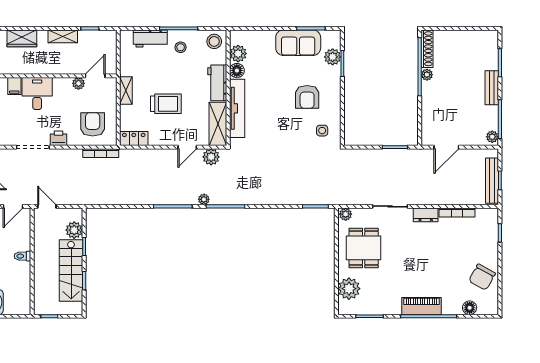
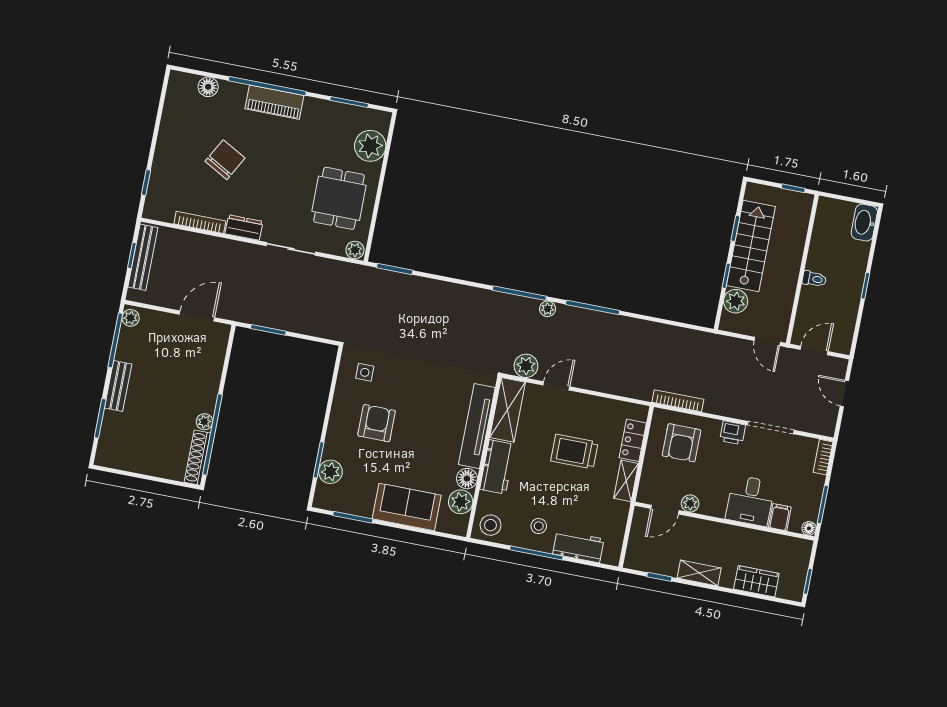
sofa: (298, 43) -> (407, 507), moved
locker: (134, 138) -> (633, 440), moved, turned 90
chair: (482, 277) -> (225, 160), moved

